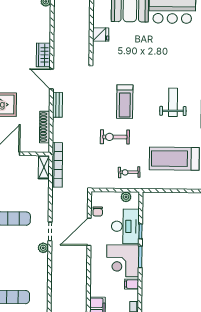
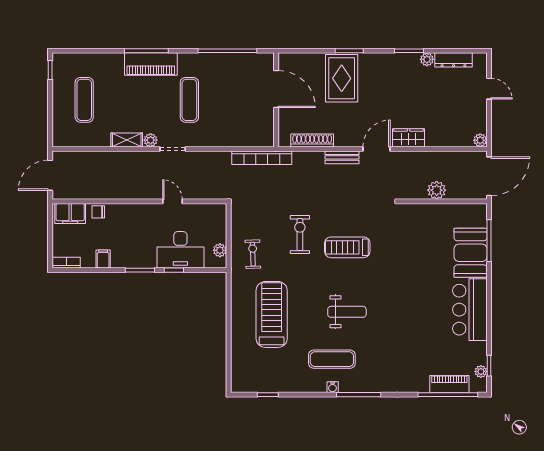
plant: (83, 34) -> (437, 190), added
fridge: (101, 35) -> (437, 214), removed
shelving: (44, 167) -> (127, 140), moved
chair: (98, 211) -> (98, 212), moved
door: (89, 232) -> (173, 201), width x0.53
corner desk: (123, 261) -> (134, 247), removed

